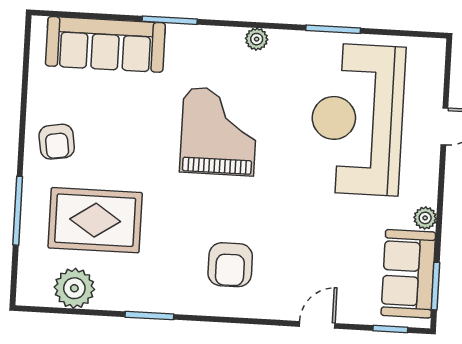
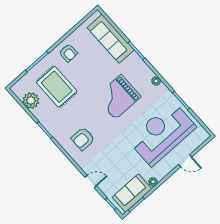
grand piano: (219, 132) -> (118, 97), turned 180
armchair: (57, 142) -> (68, 53), turned -82

